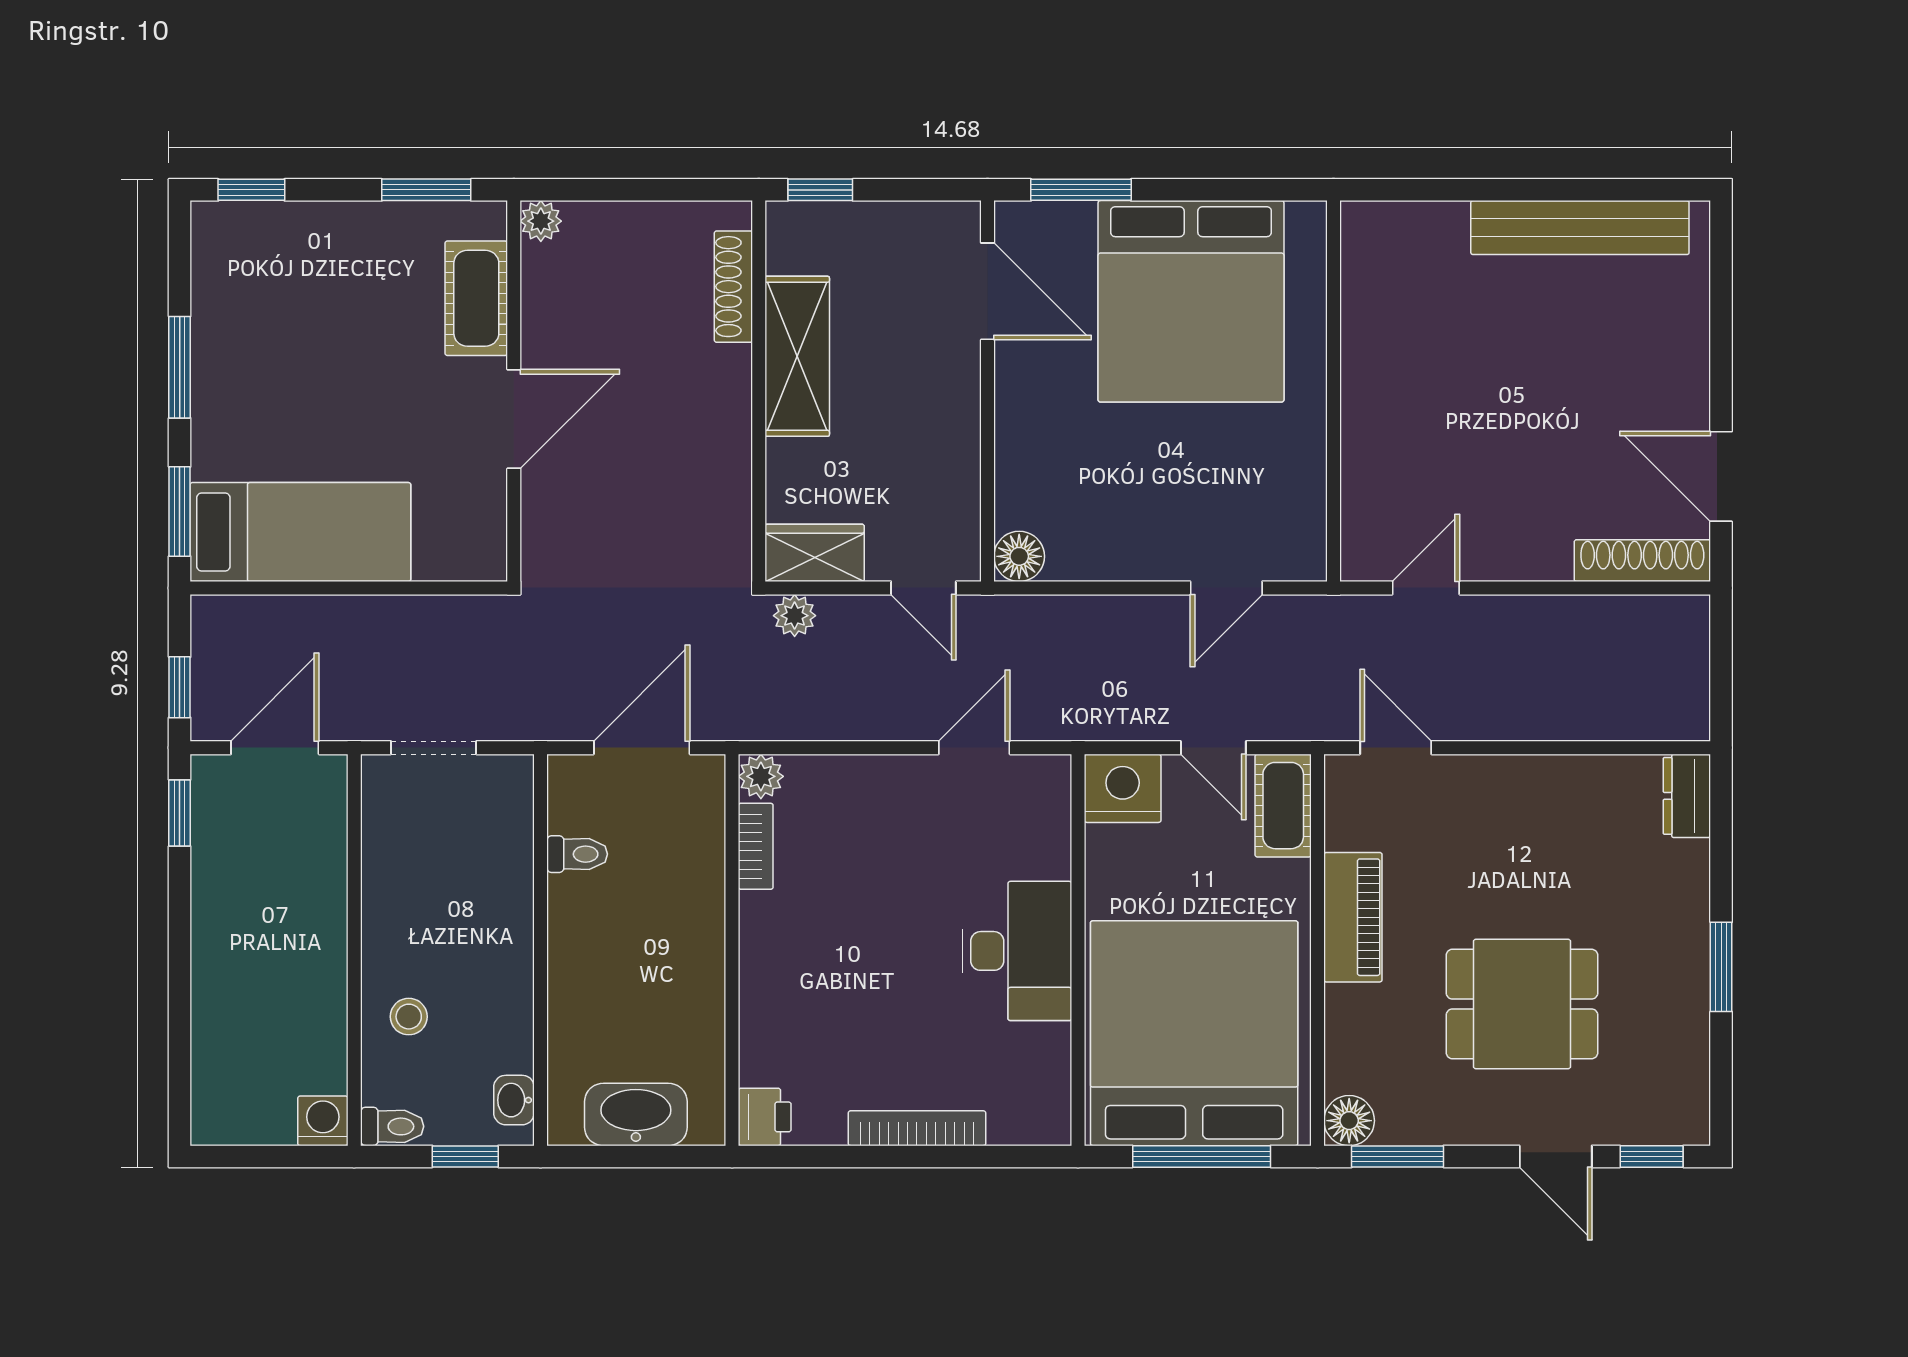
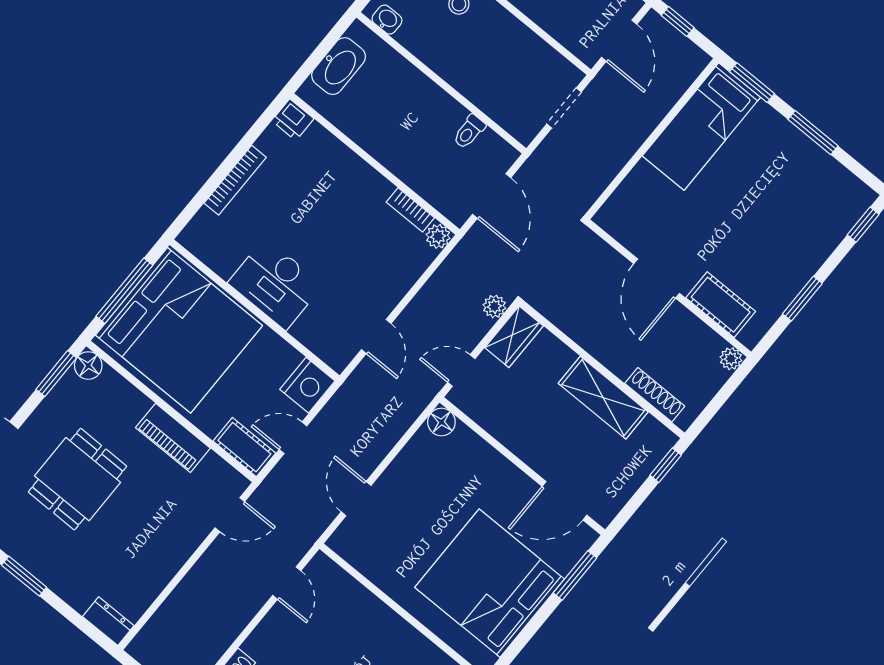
plant: (541, 221) -> (731, 359), moved
cot: (476, 298) -> (721, 305), moved
wall: (514, 391) -> (668, 288), moved
door: (514, 419) -> (657, 279), moved

